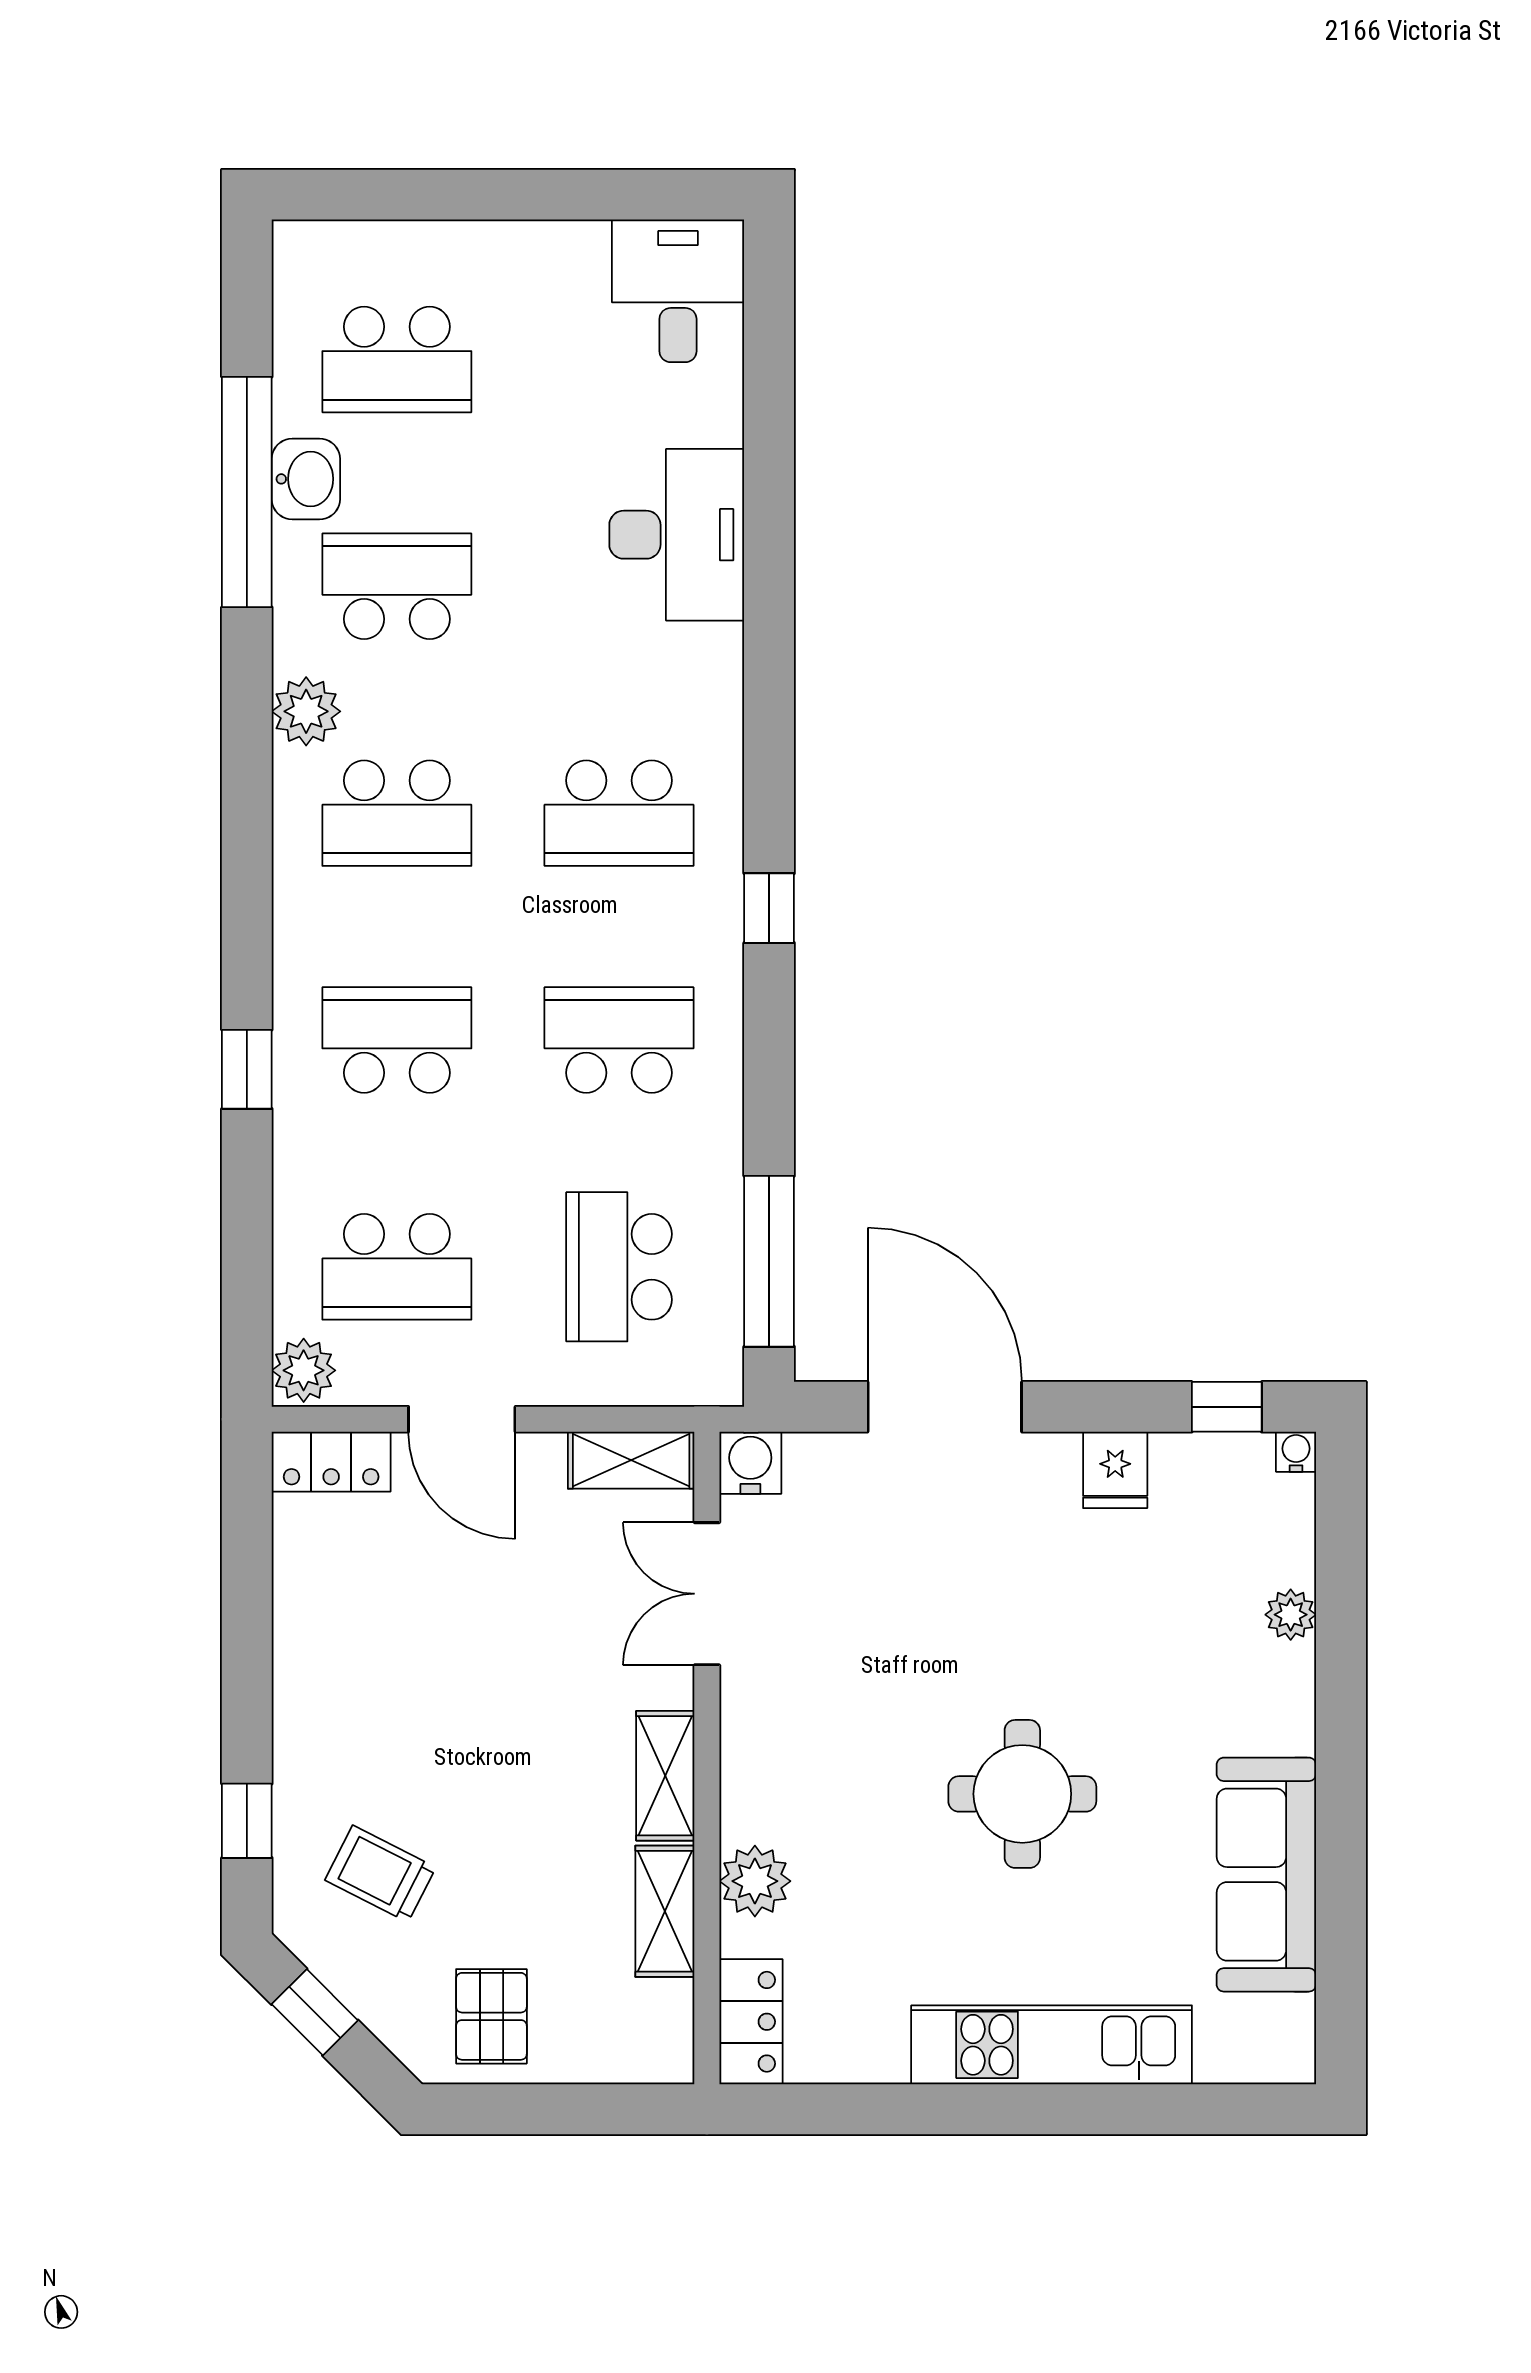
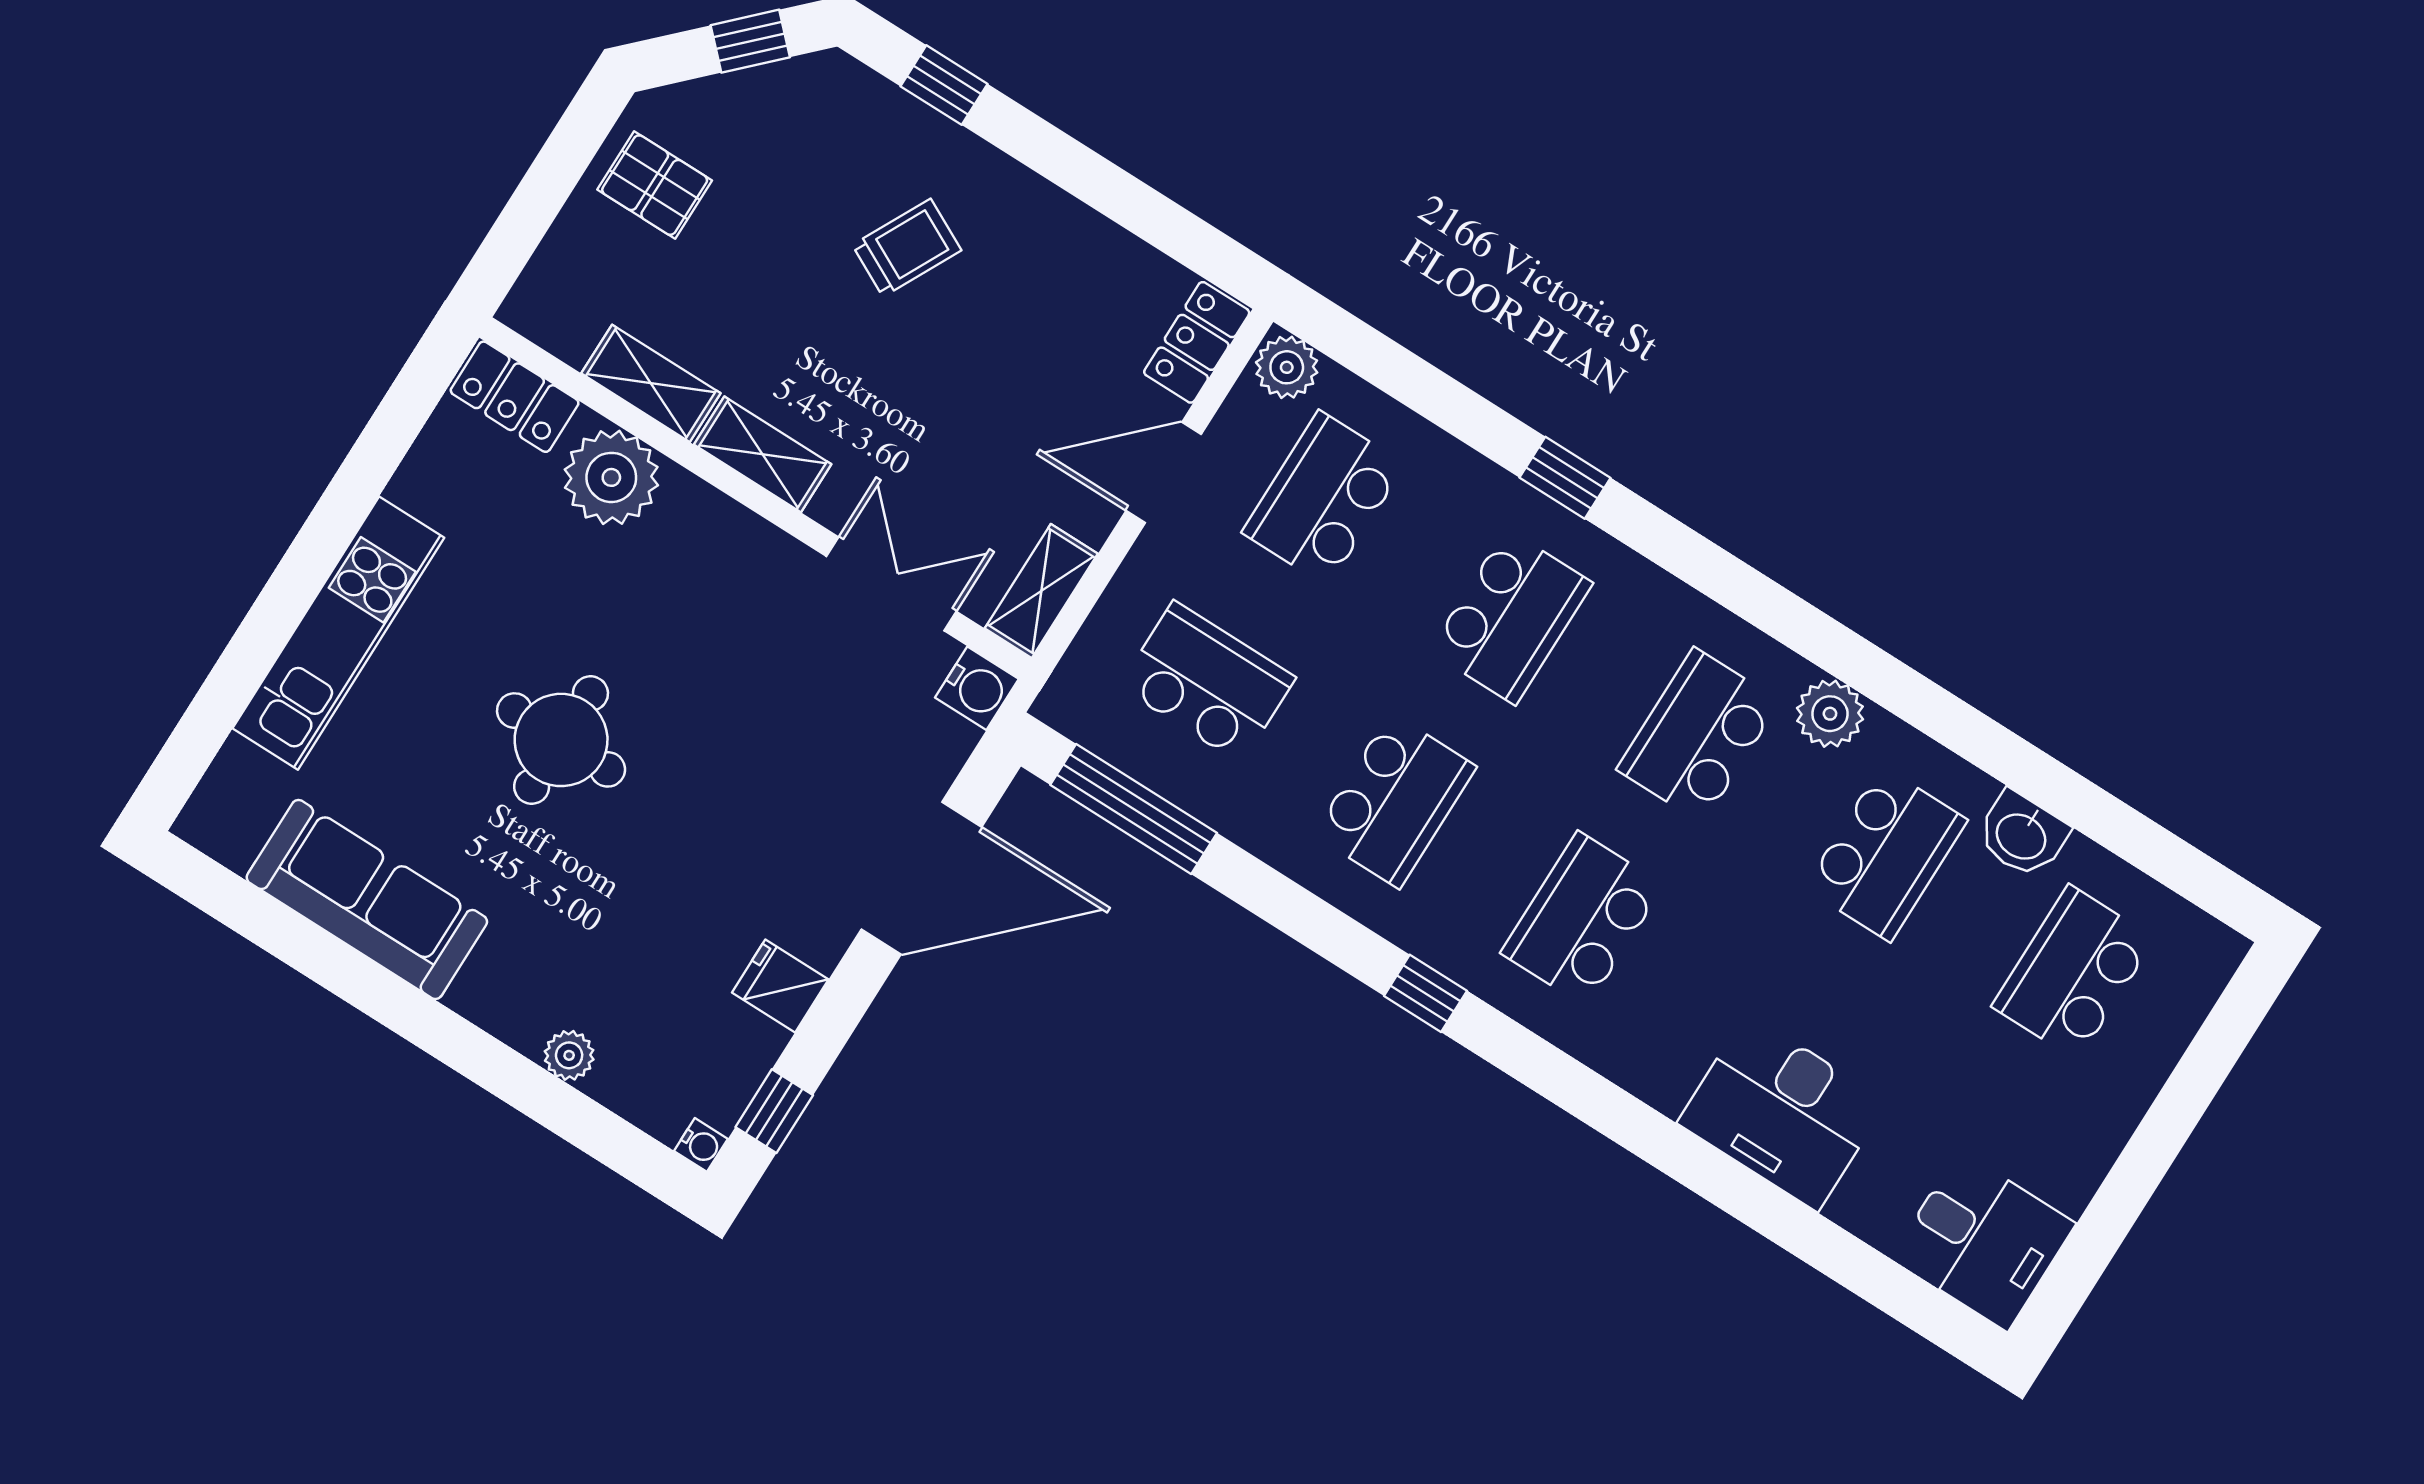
window: (247, 492) -> (2042, 779), removed
trolley: (380, 1874) -> (907, 248), moved
plant: (755, 1881) -> (611, 477), width x1.36, depth x1.36

